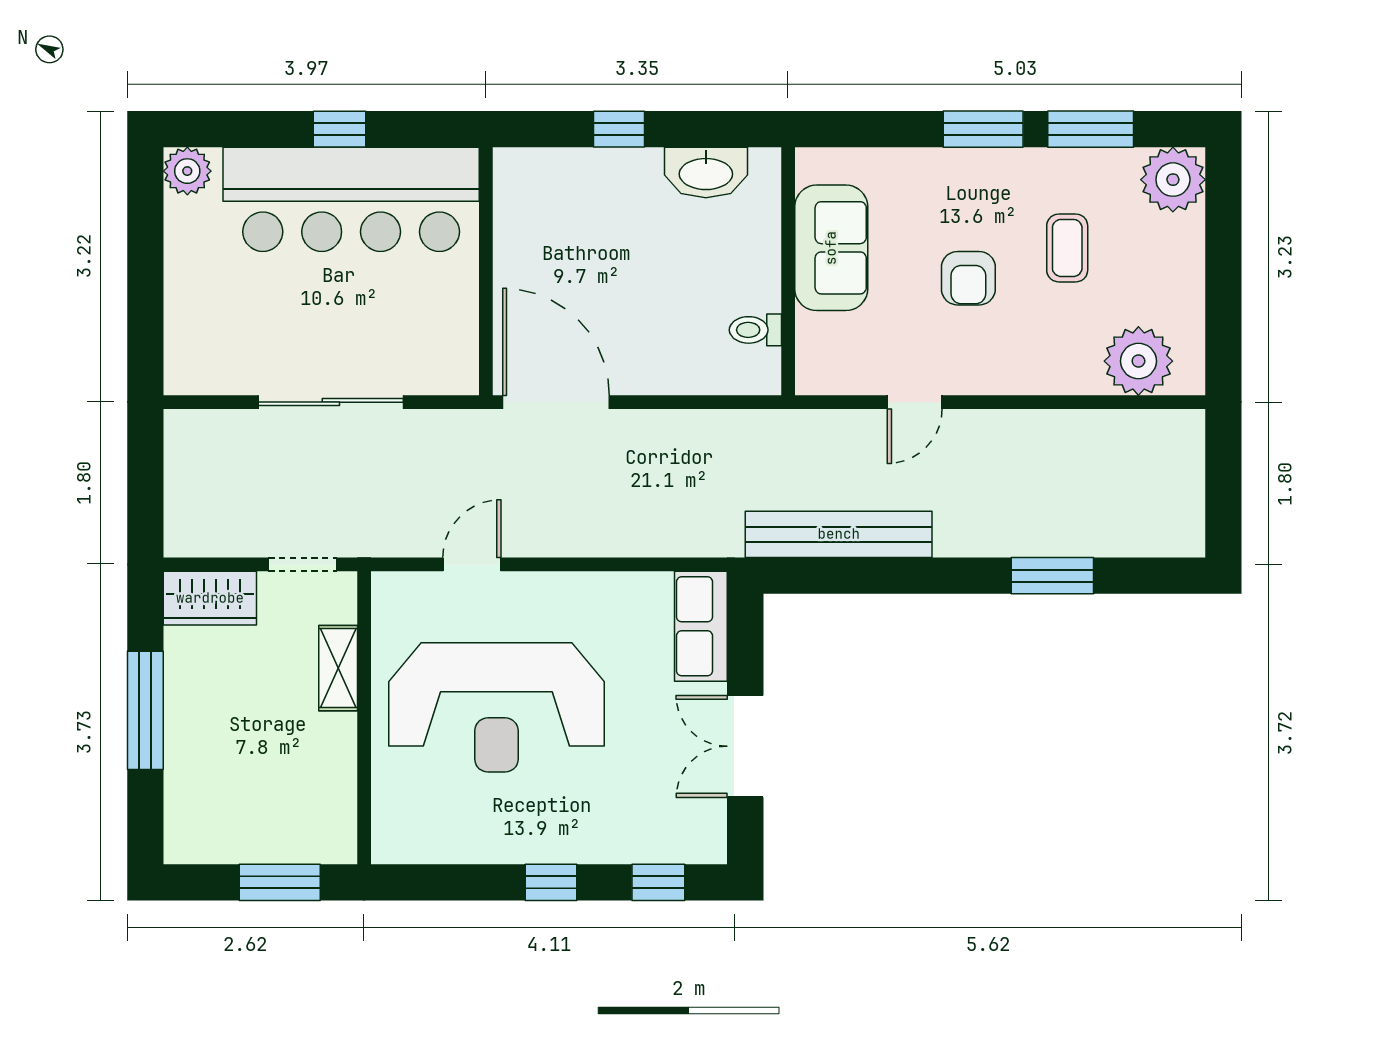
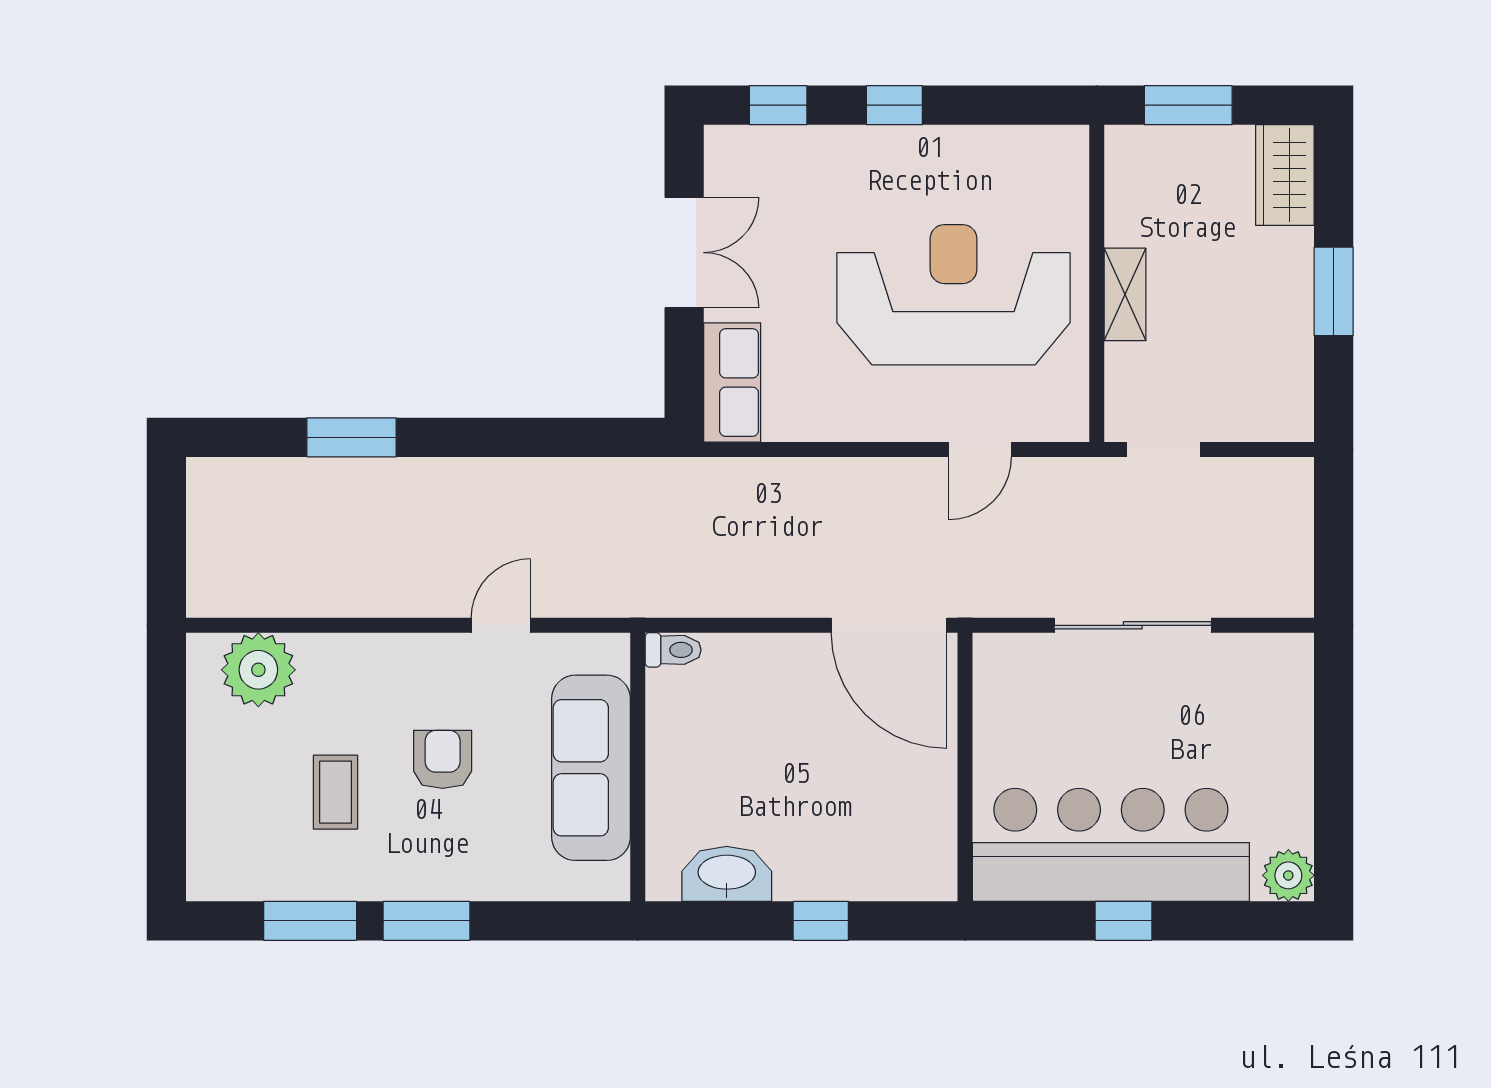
plant: (1173, 180) -> (221, 866), removed
sofa: (831, 248) -> (591, 768), width x1.36
toilet: (755, 330) -> (673, 650), moved
bench: (839, 534) -> (583, 482), removed
wardrobe: (210, 598) -> (1285, 175), moved, turned -90
shelving: (338, 668) -> (1125, 294), moved
window: (145, 710) -> (1334, 291), width x0.69

